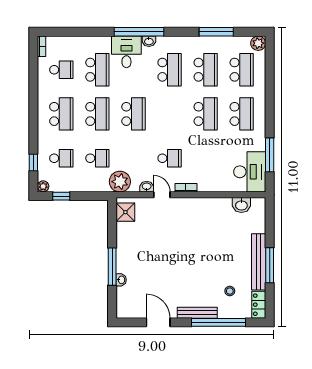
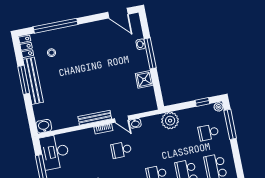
school desk: (97, 158) -> (179, 138), removed
window: (33, 163) -> (230, 124), width x2.17
plant: (120, 182) -> (170, 121), moved
washbasin: (241, 205) -> (44, 126), moved
shower: (125, 212) -> (144, 79), moved
bench: (197, 313) -> (95, 118), moved
door: (158, 322) -> (118, 13), moved

